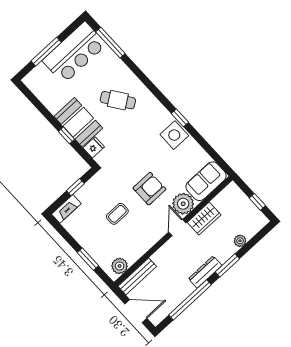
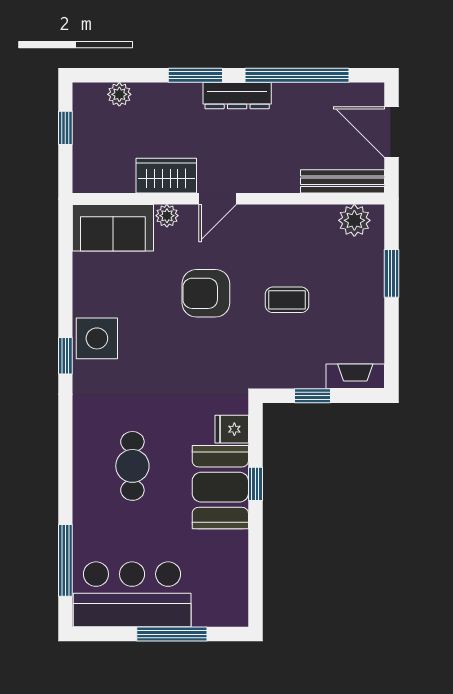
cafe table: (118, 100) -> (132, 466), turned 35
plant: (183, 204) -> (167, 216), width x0.53, depth x0.53
plant: (240, 241) -> (119, 94), moved

